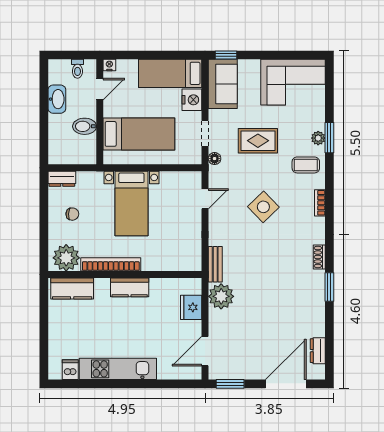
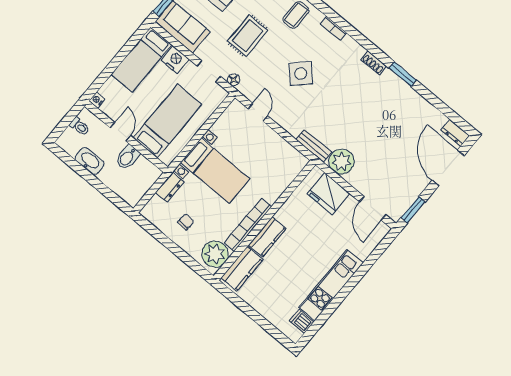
door: (100, 89) -> (120, 132), moved
dresser: (62, 179) -> (170, 187), moved
kitchen counter: (130, 287) -> (267, 237), moved
fridge: (191, 307) -> (329, 194), width x1.36, depth x1.34
dresser: (318, 351) -> (455, 133), moved

